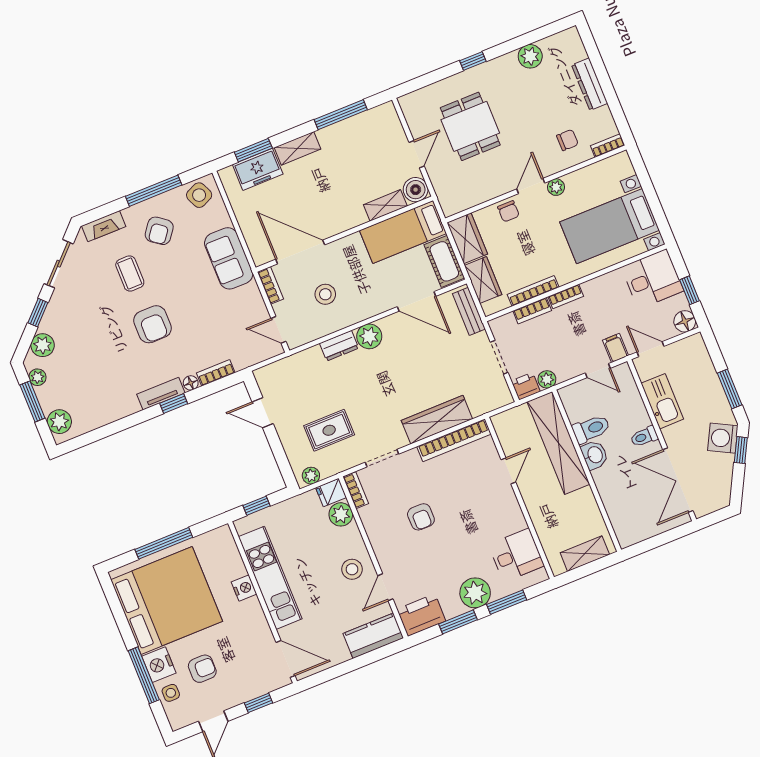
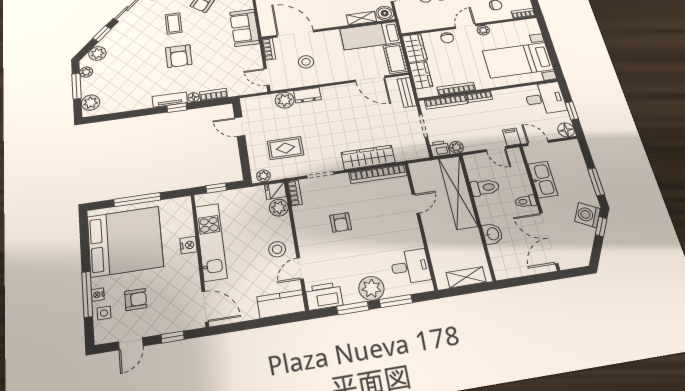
bookcase: (532, 311) -> (446, 102), width x1.56
plant: (369, 336) -> (285, 100), moved
washbasin: (595, 455) -> (492, 234), moved
nightstand: (159, 665) -> (98, 295), width x0.53, depth x0.56

